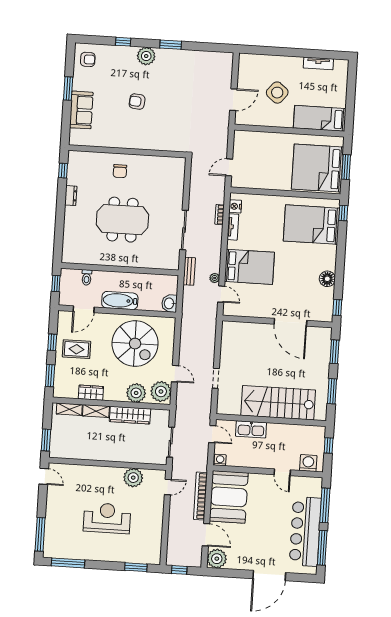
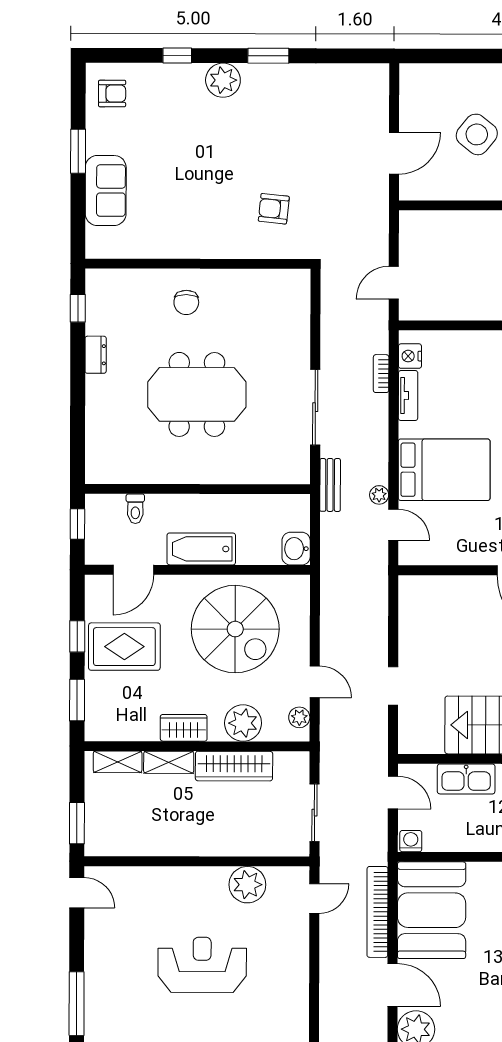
armchair: (137, 102) -> (274, 209), moved
rug: (76, 349) -> (124, 647), width x1.36, depth x1.43
plant: (161, 391) -> (299, 717), width x0.53, depth x0.53
wardrobe: (91, 393) -> (184, 728), moved

